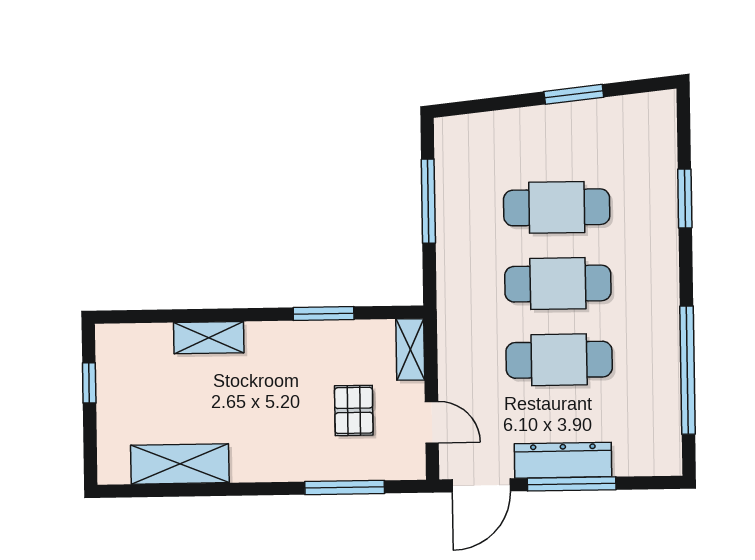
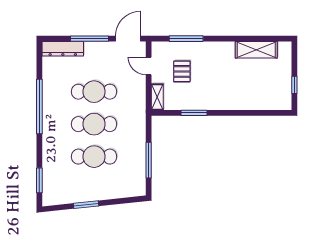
window: (685, 199) -> (39, 180), moved
shelving: (209, 338) -> (243, 103), removed
window: (687, 370) -> (39, 106), moved
dresser: (563, 460) -> (63, 49), moved

